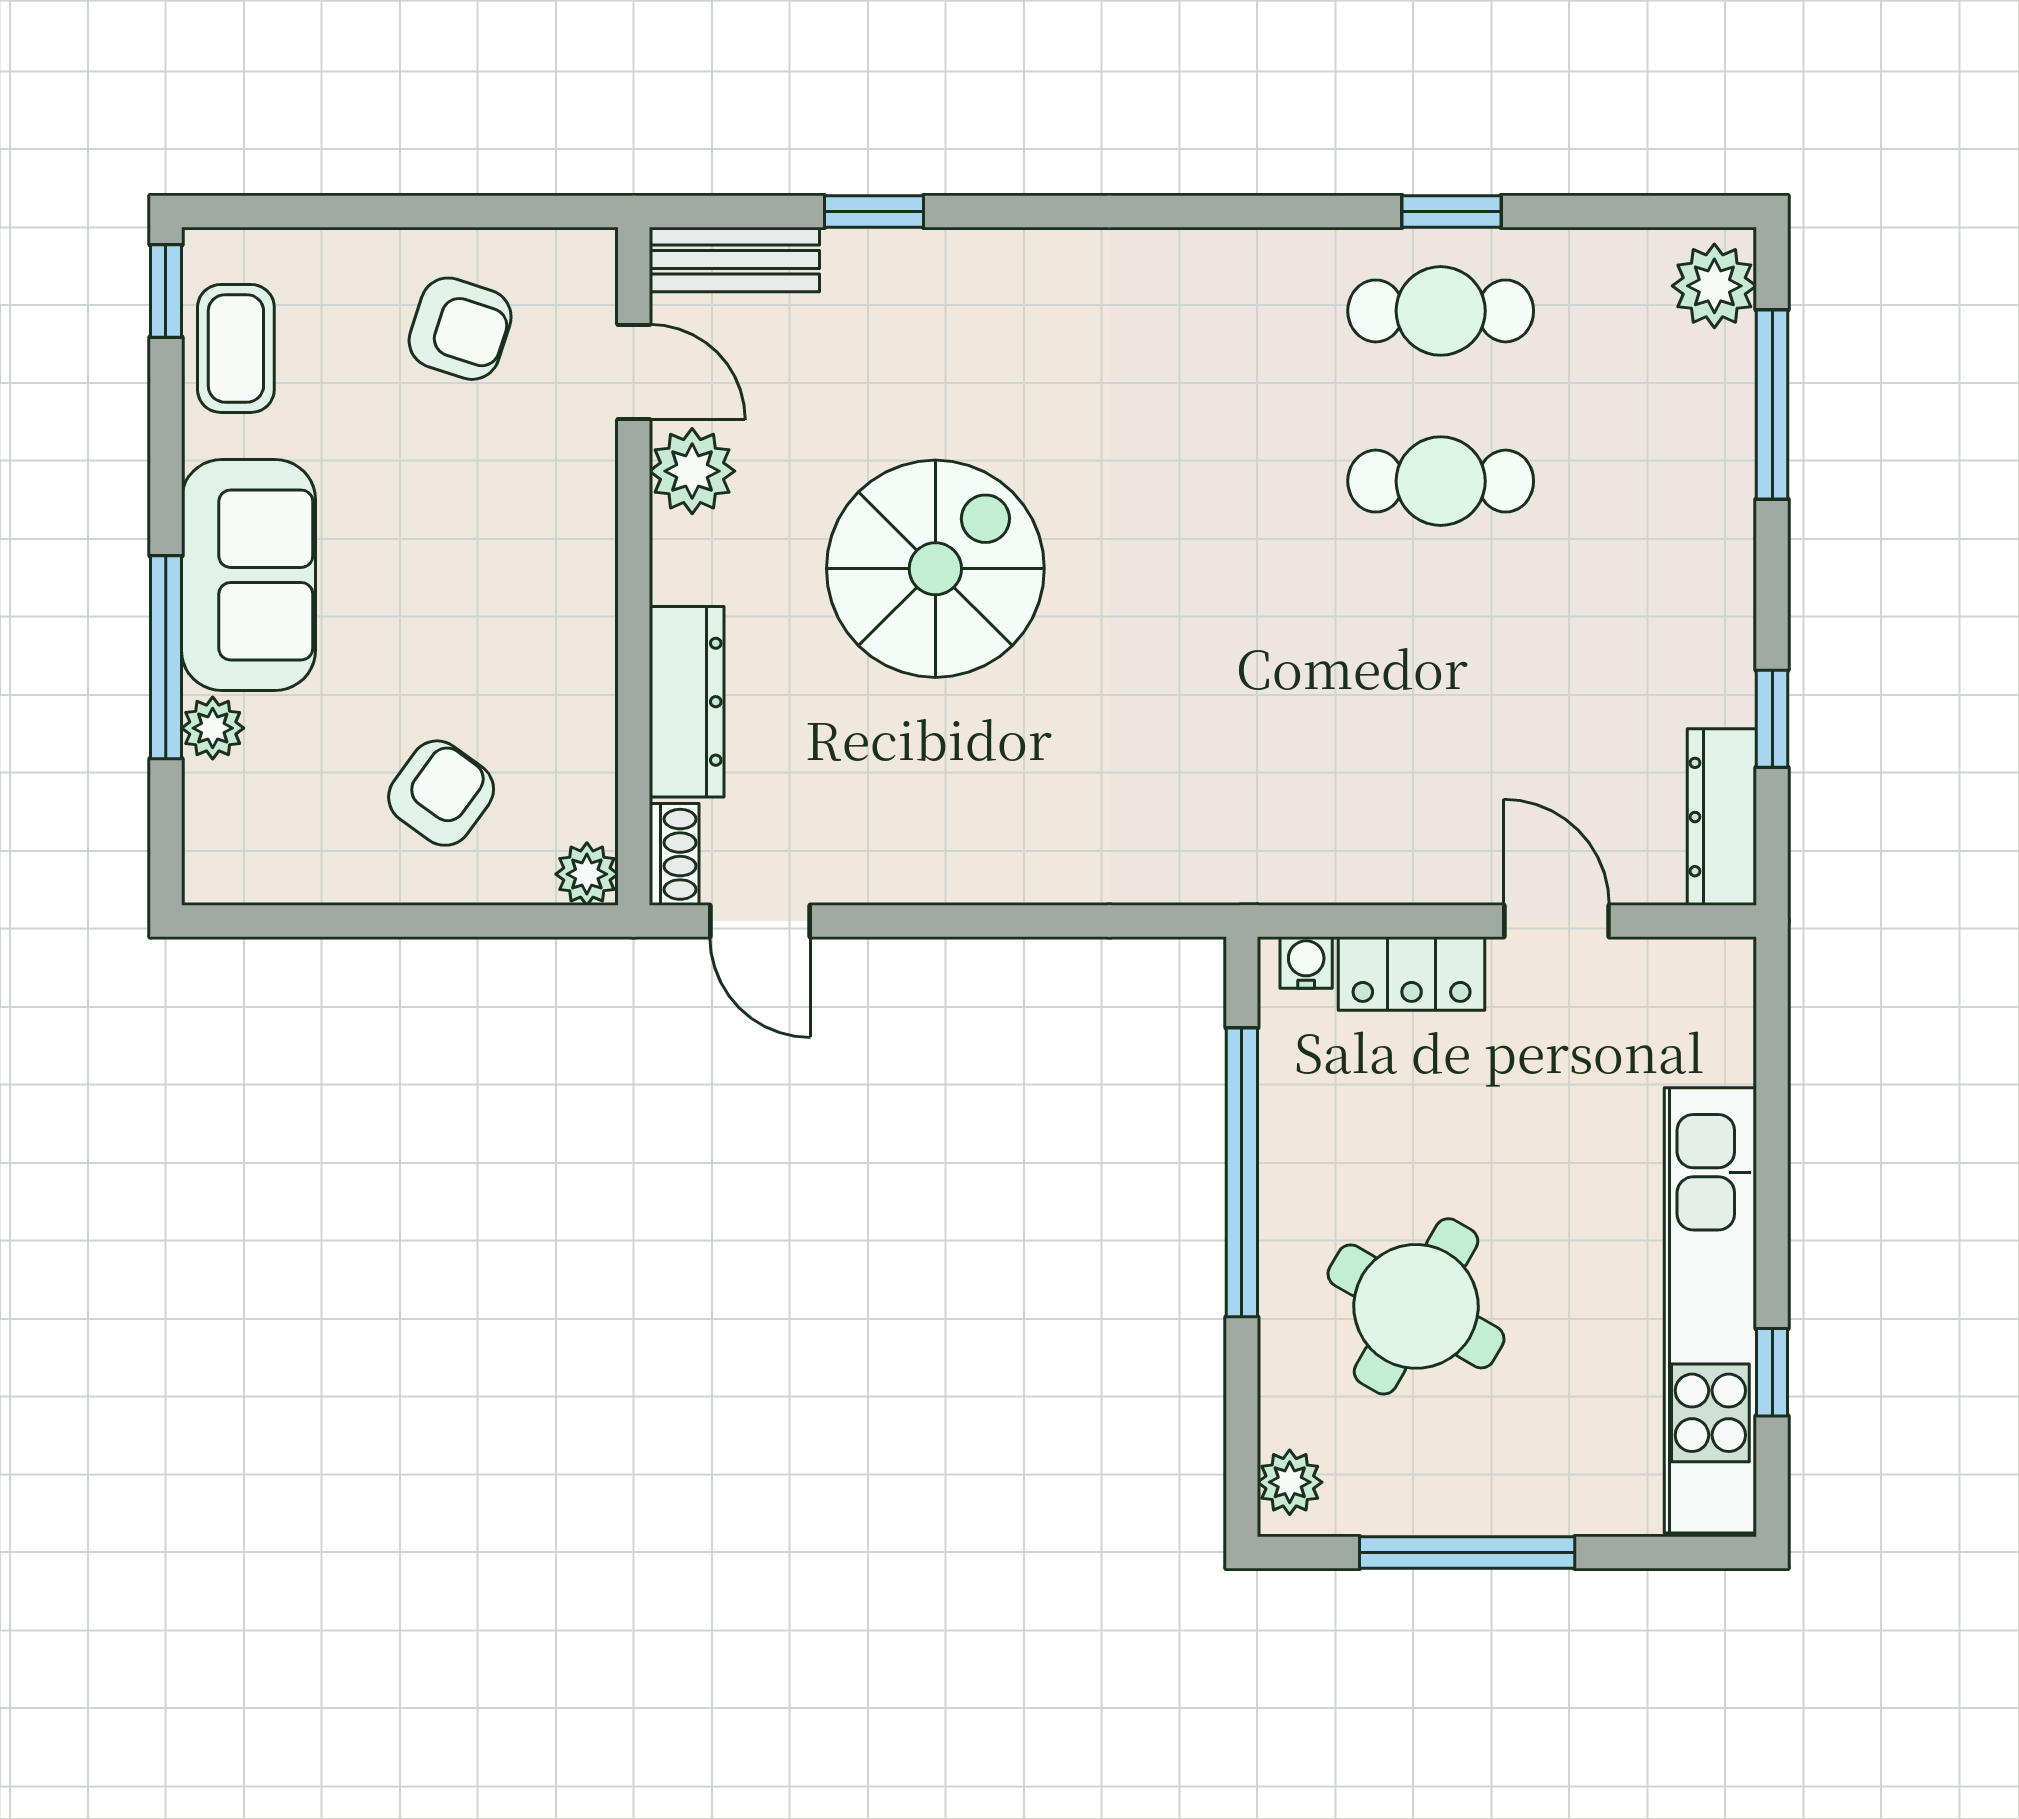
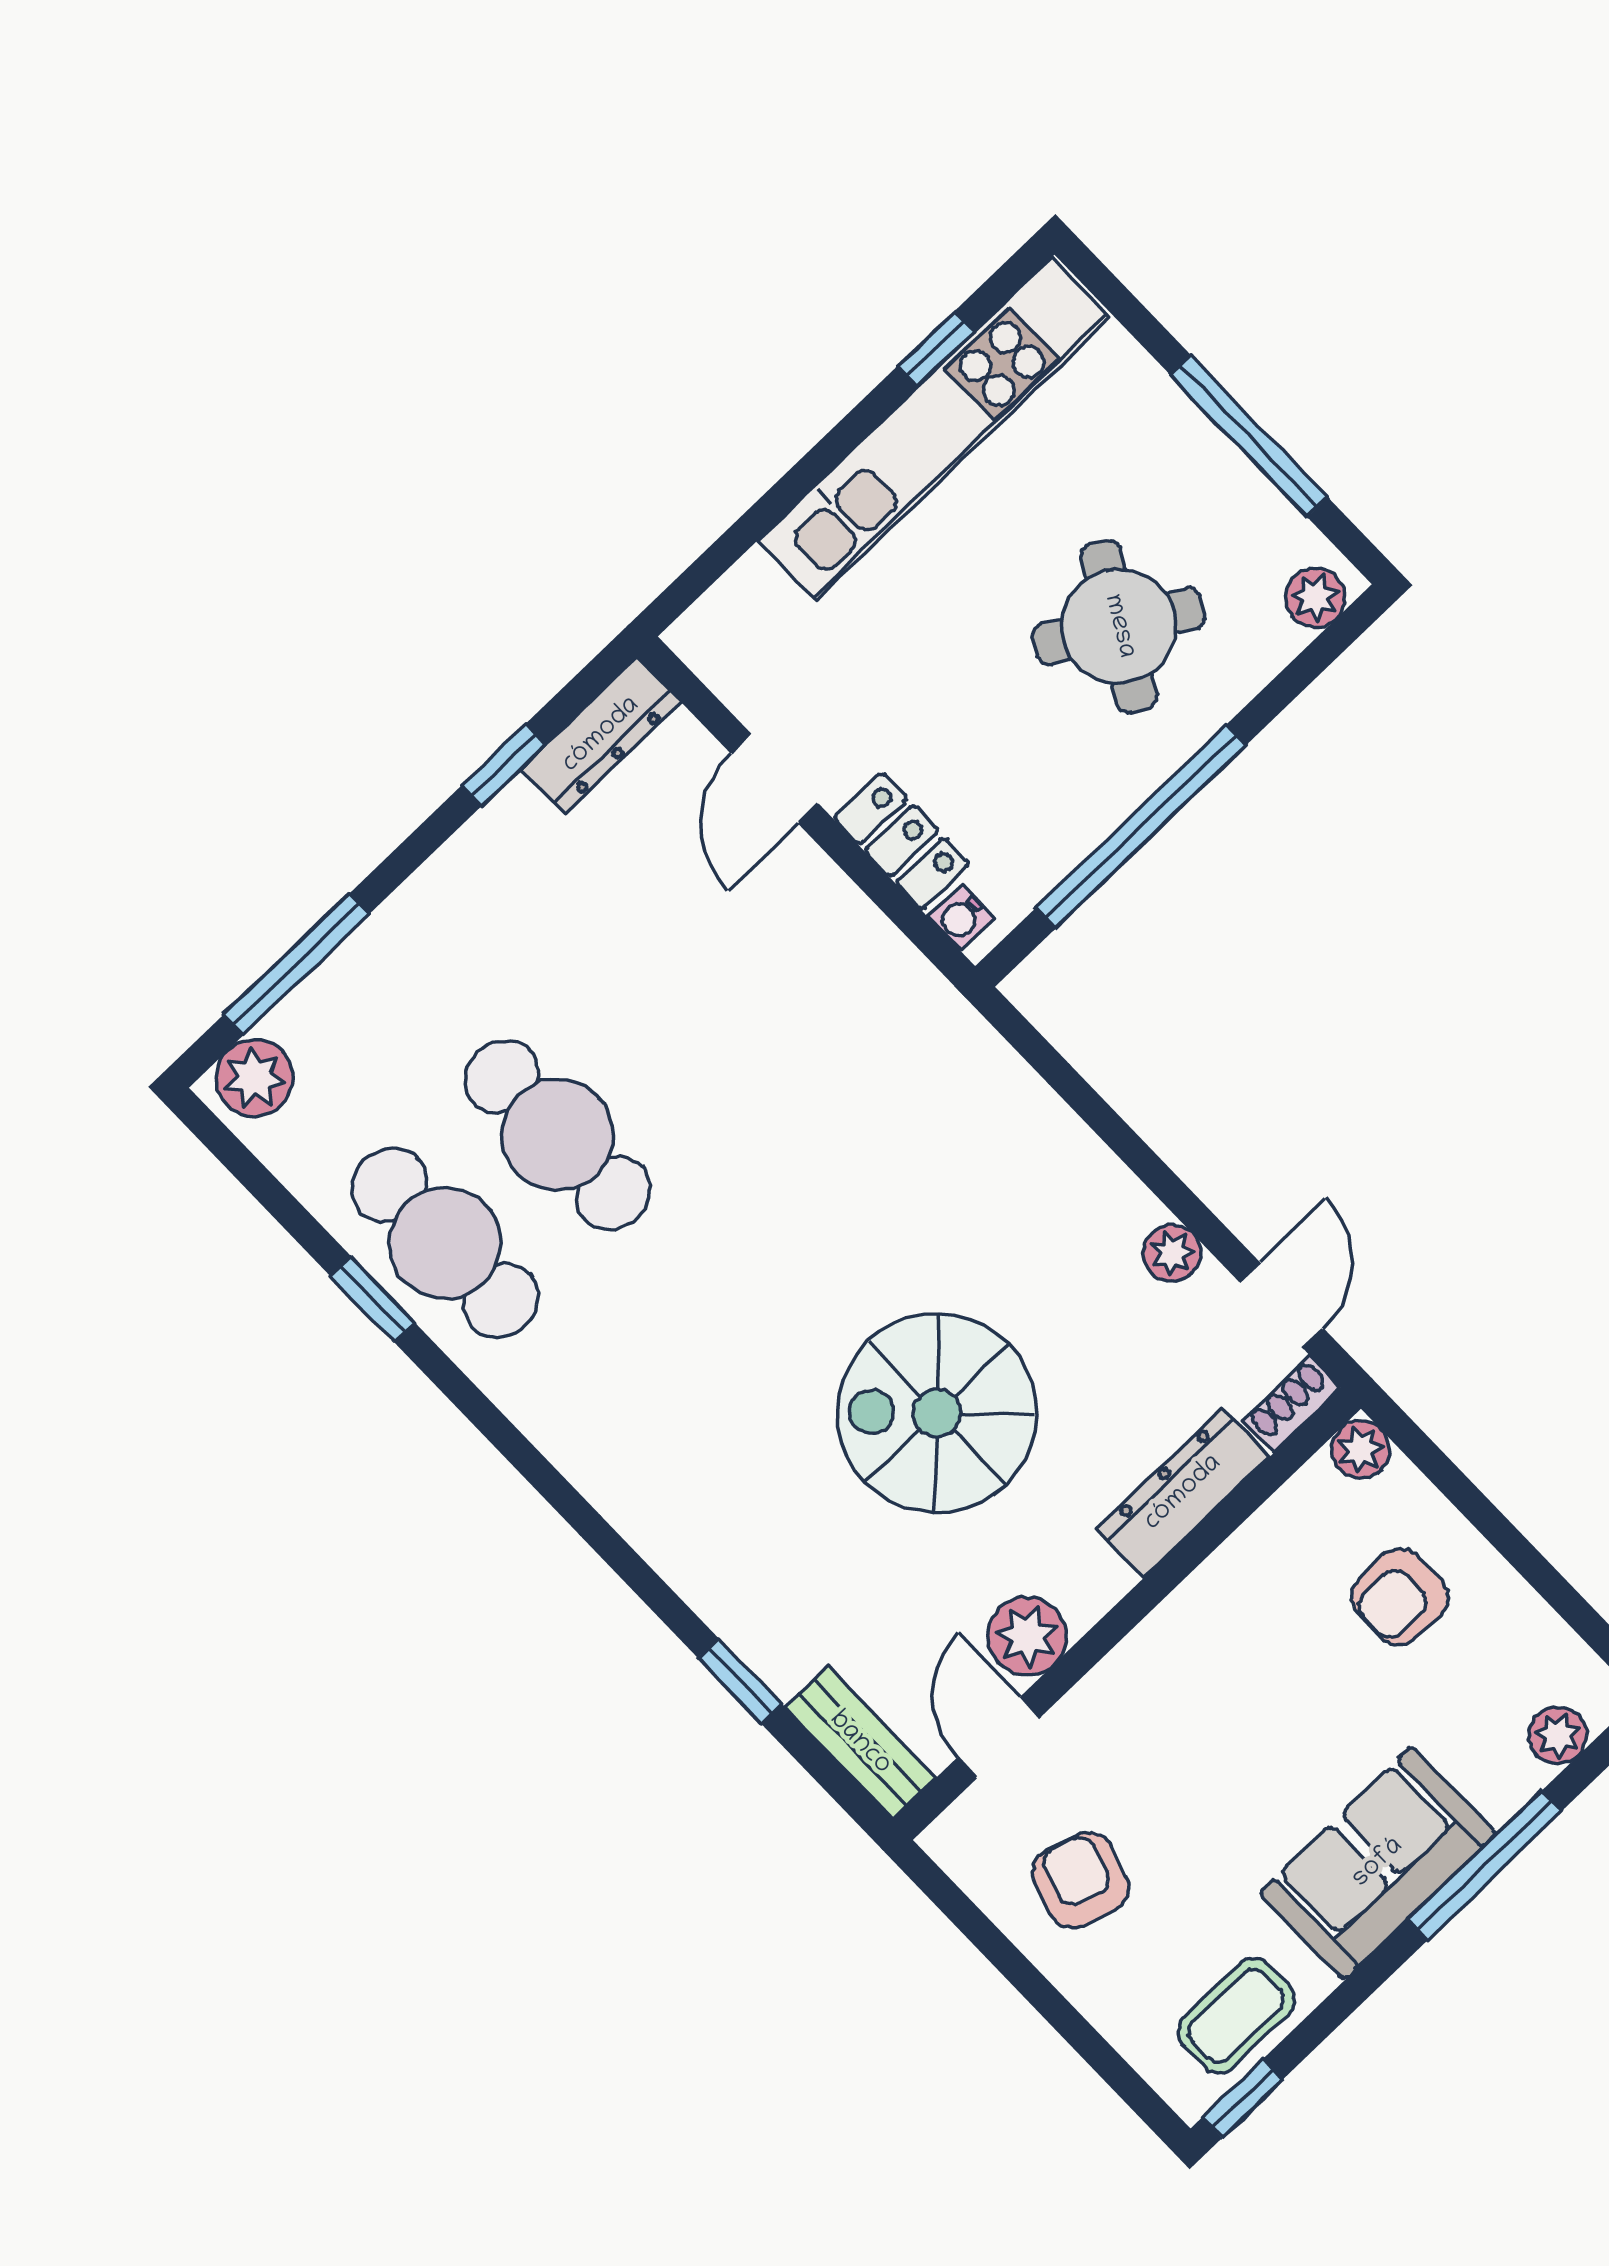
cafe table: (1441, 311) -> (445, 1243), width x1.37, depth x1.35
cafe table: (1441, 481) -> (558, 1135), width x1.37, depth x1.35
plant: (213, 728) -> (1558, 1735), moved
armchair: (441, 793) -> (1400, 1597), turned -36
plant: (884, 875) -> (1172, 1253), added

